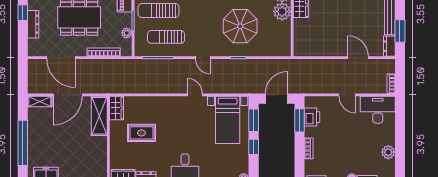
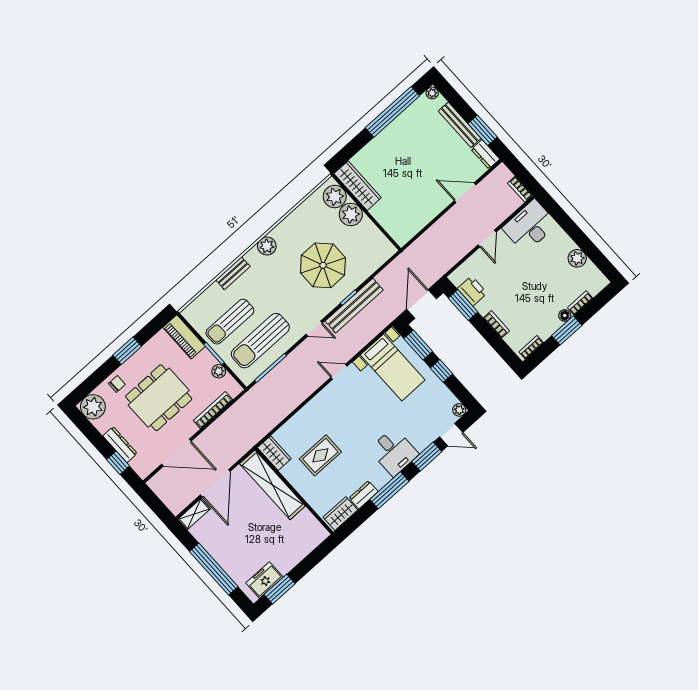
window: (23, 13) -> (118, 463), moved
sun lounger: (166, 37) -> (260, 341), width x1.36, depth x1.34
bench: (237, 65) -> (354, 306), added
door: (347, 95) -> (487, 238), hinge flipped
shelving: (99, 116) -> (272, 485), width x1.47

